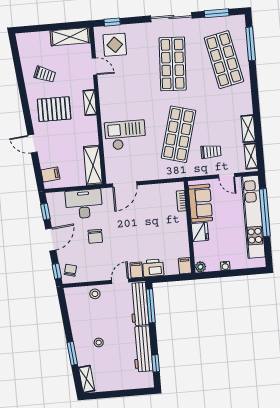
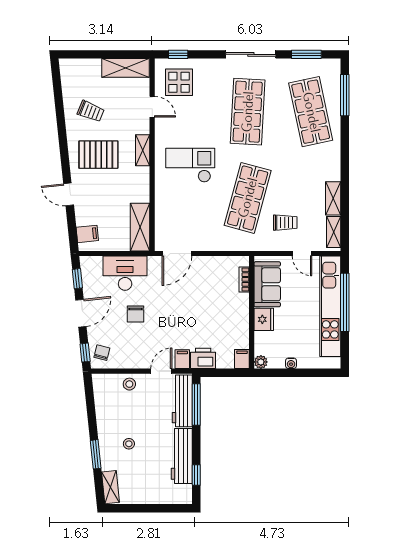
checkout: (125, 135) -> (190, 165), moved

